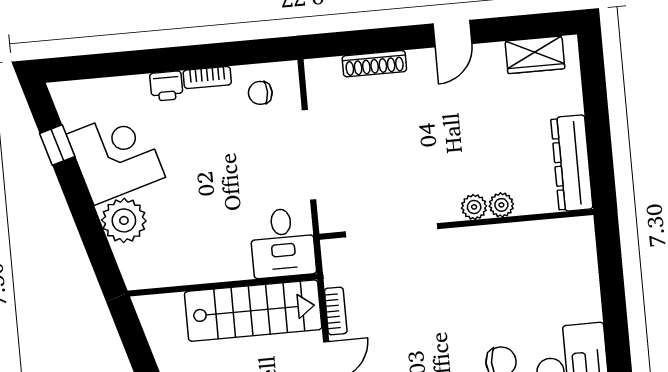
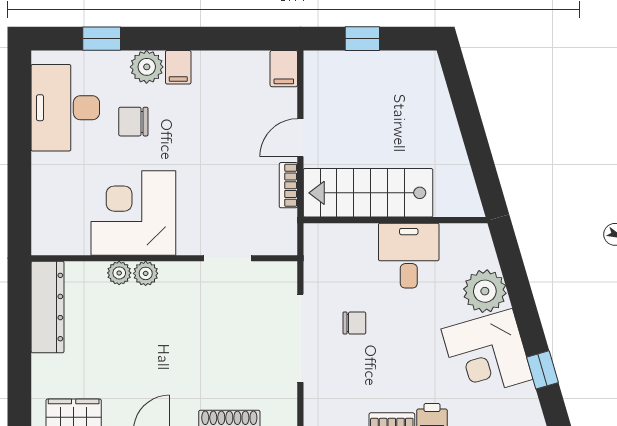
chair: (260, 93) -> (354, 323), moved
doorway: (391, 230) -> (228, 258), width x0.53
desk: (283, 243) -> (409, 256), moved
corner desk: (492, 268) -> (133, 213), added

